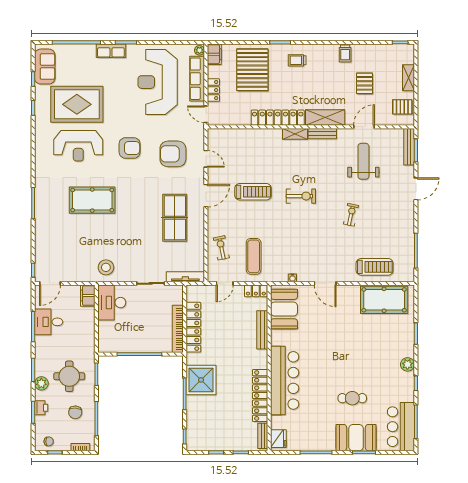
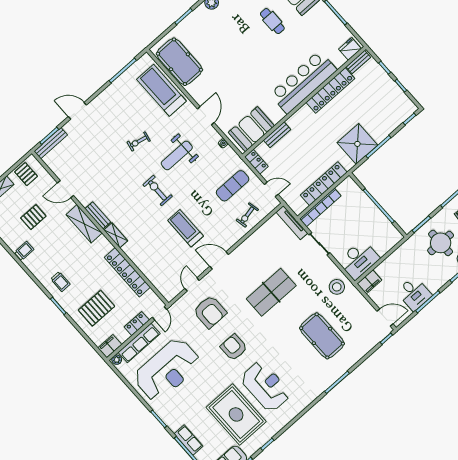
row of seats: (111, 51) -> (189, 440), moved
pallet: (252, 70) -> (97, 308), width x0.73, depth x0.71
locker: (278, 118) -> (127, 272), moved
weight bench: (363, 161) -> (177, 155), moved
pool table: (92, 200) -> (322, 336), moved
table tennis table: (175, 218) -> (271, 292), moved
treadmill: (375, 267) -> (161, 90), width x1.37, depth x1.38
bookcase: (178, 329) -> (320, 207), moved
bench: (262, 330) -> (277, 135), width x0.73

